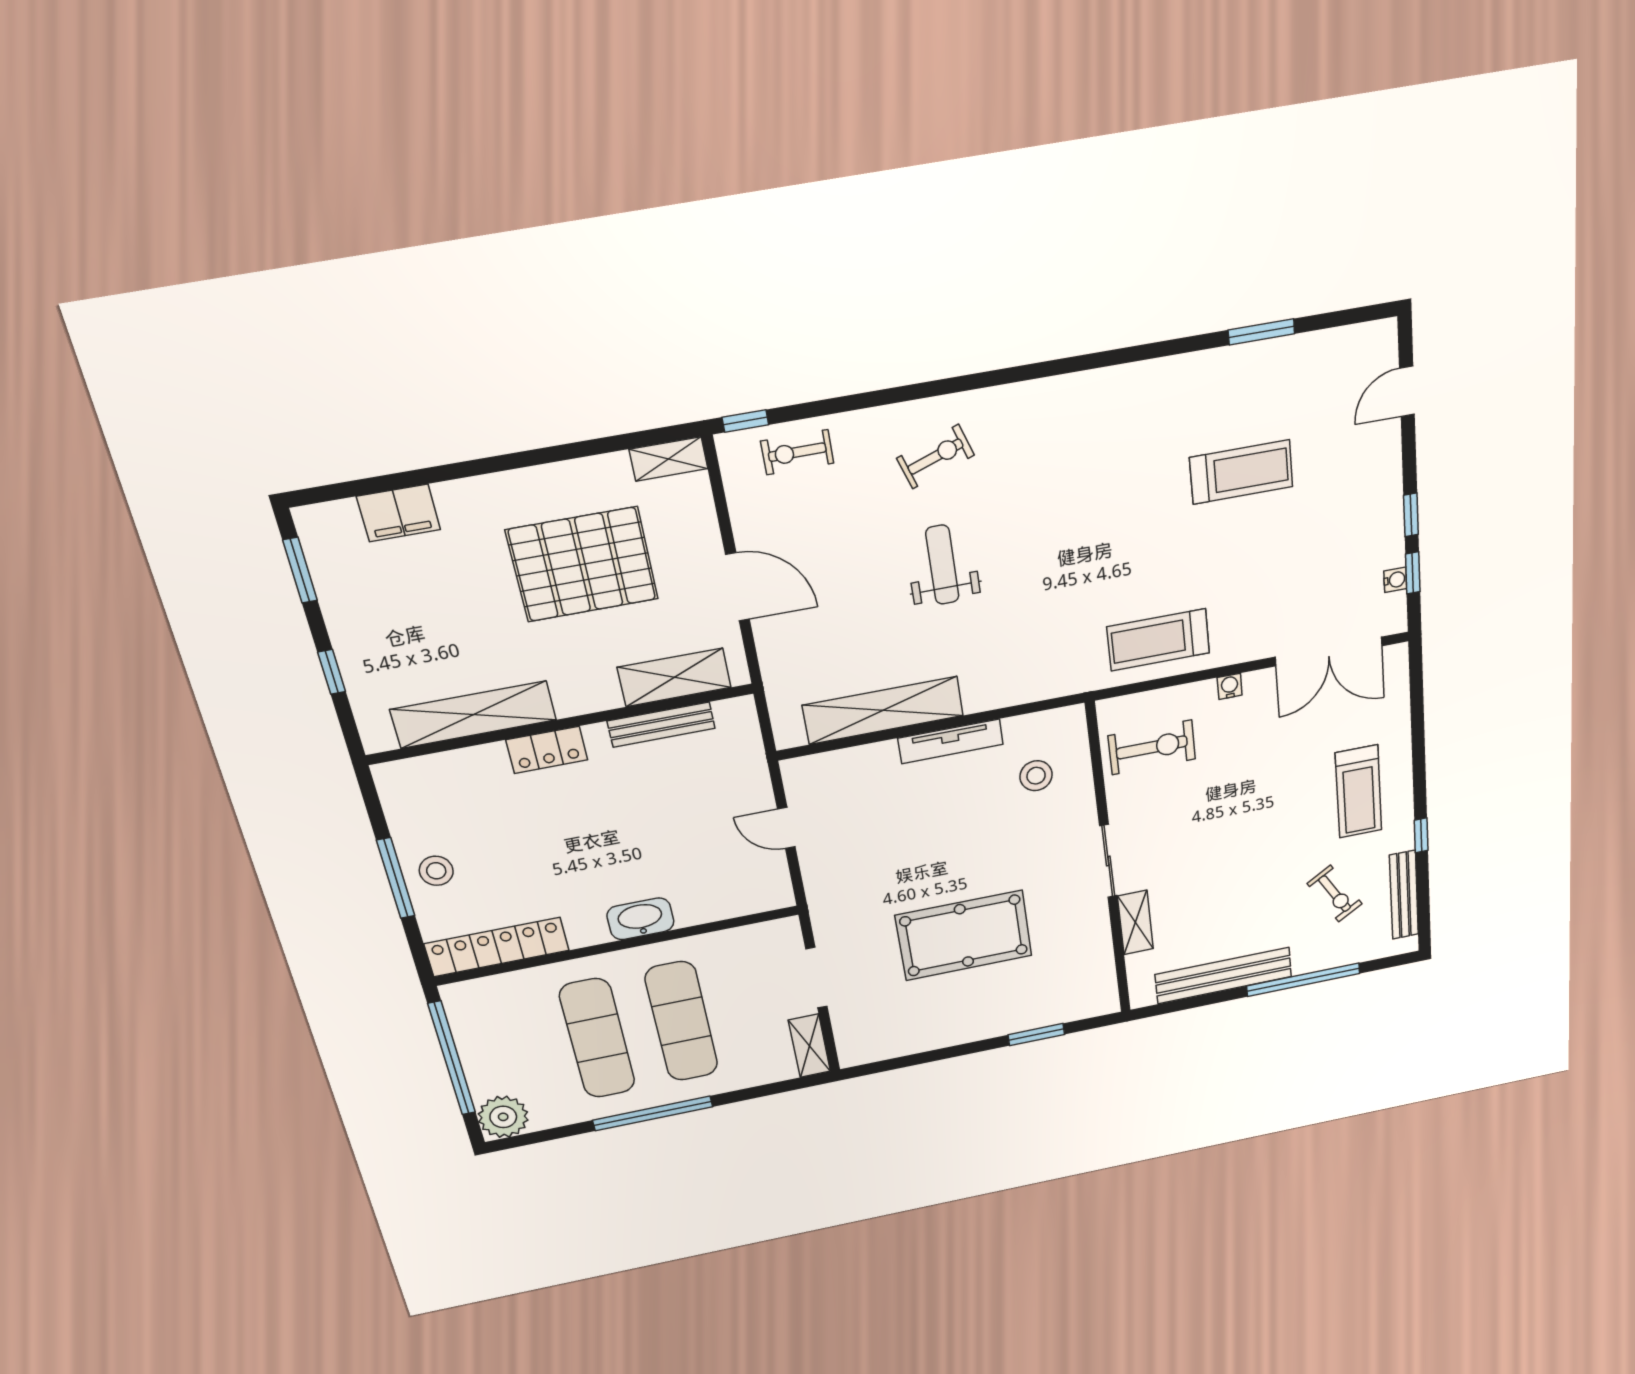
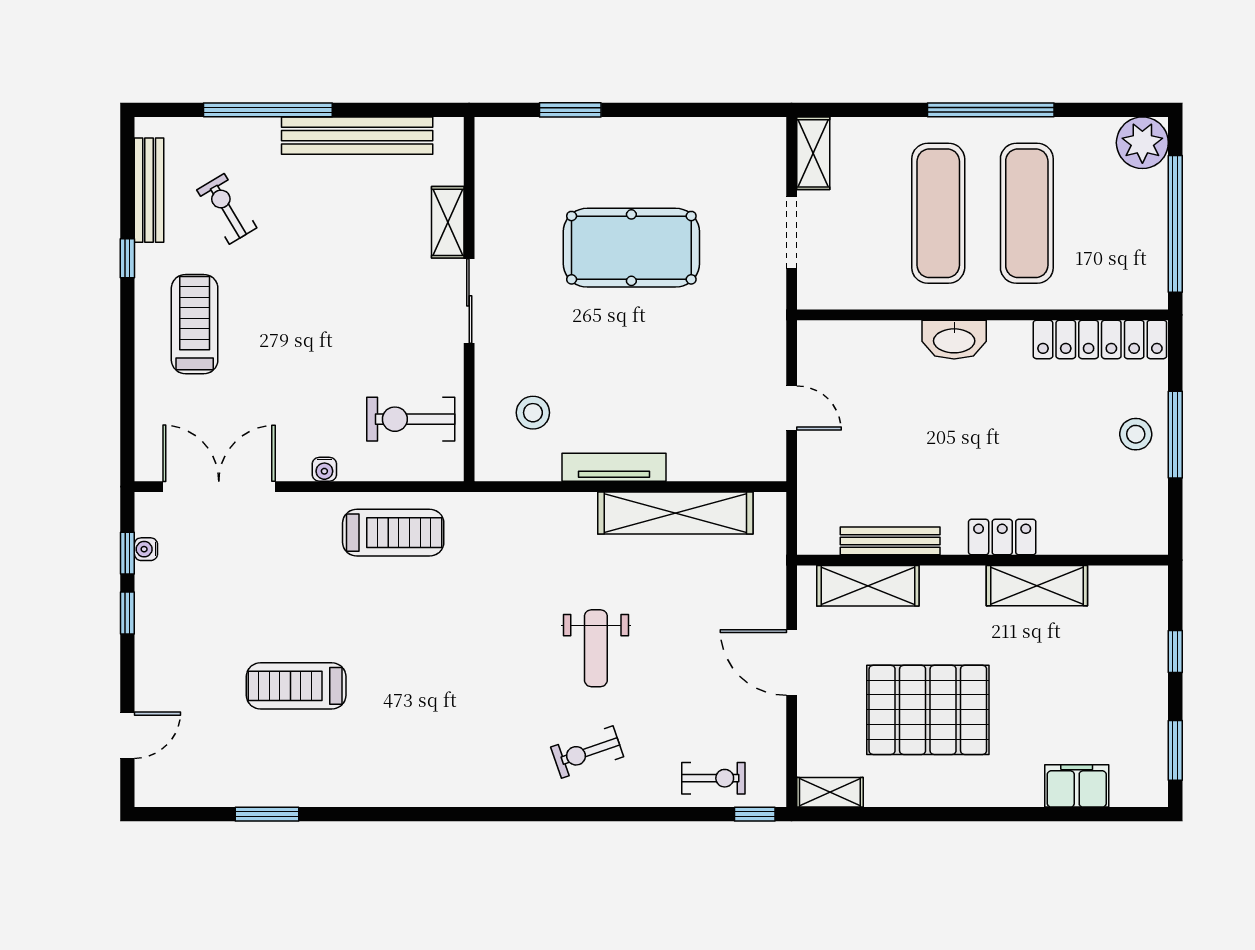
shelving: (473, 715) -> (1037, 586), width x0.68

